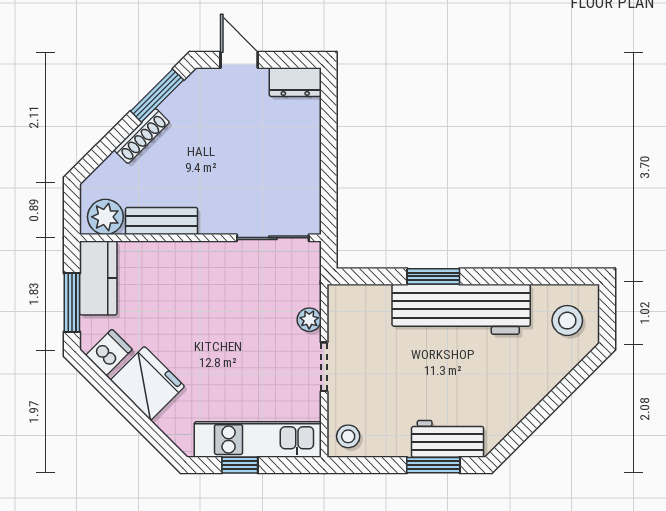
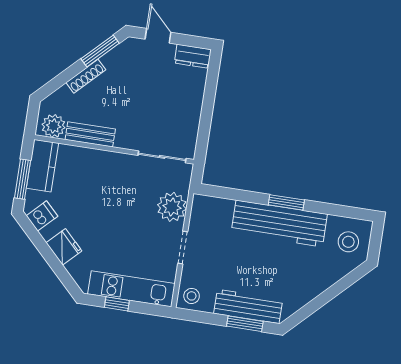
window: (433, 276) -> (286, 202), moved
plant: (309, 320) -> (172, 207), width x1.88, depth x1.88
fridge: (147, 383) -> (64, 247), width x0.73, depth x0.75
workbench: (448, 439) -> (248, 306), width x1.38

